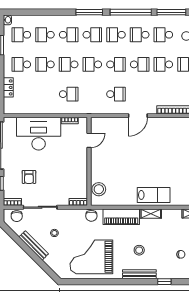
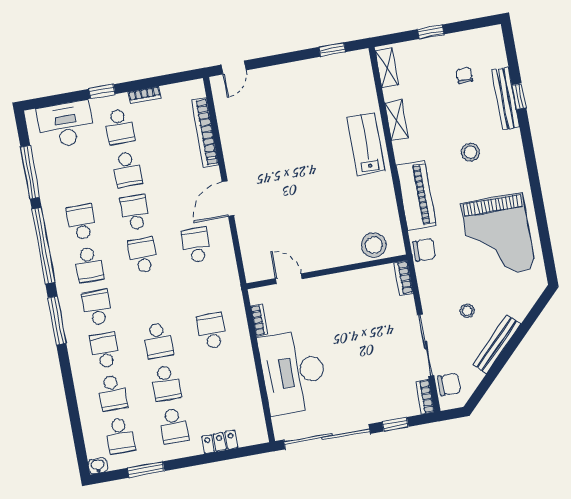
school desk: (140, 35) -> (81, 222), turned 180
school desk: (163, 35) -> (74, 179), removed
school desk: (92, 64) -> (150, 298), removed
door: (138, 116) -> (228, 199), swing flipped
armchair: (29, 177) -> (374, 375), removed
shelving: (151, 214) -> (397, 120), moved
bench: (139, 274) -> (506, 98), moved

